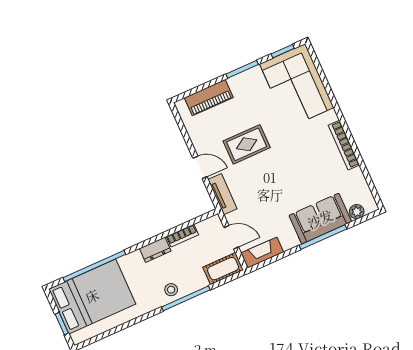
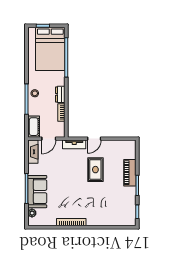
corner sofa: (297, 86) -> (115, 211), removed
piano: (209, 98) -> (130, 173), moved

